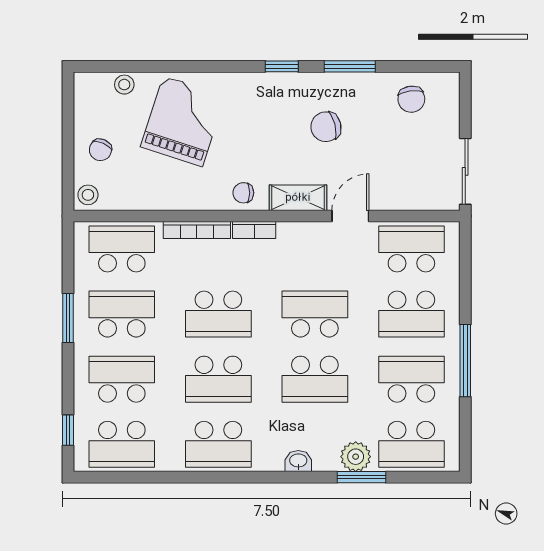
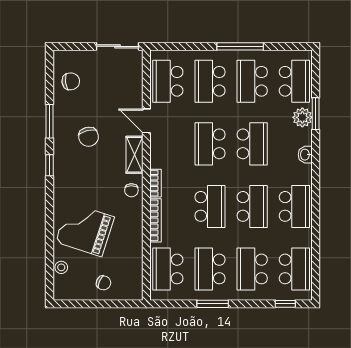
stool: (88, 195) -> (133, 291), removed
school desk: (411, 314) -> (210, 81), turned 180

